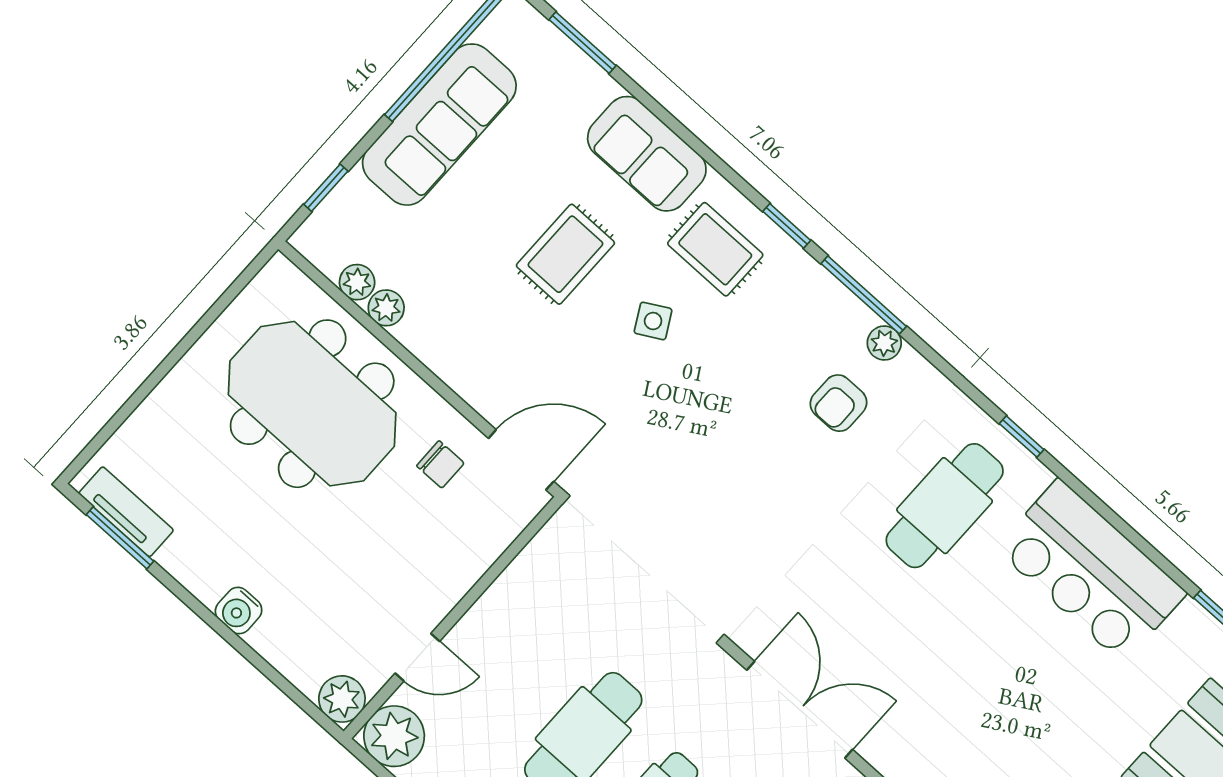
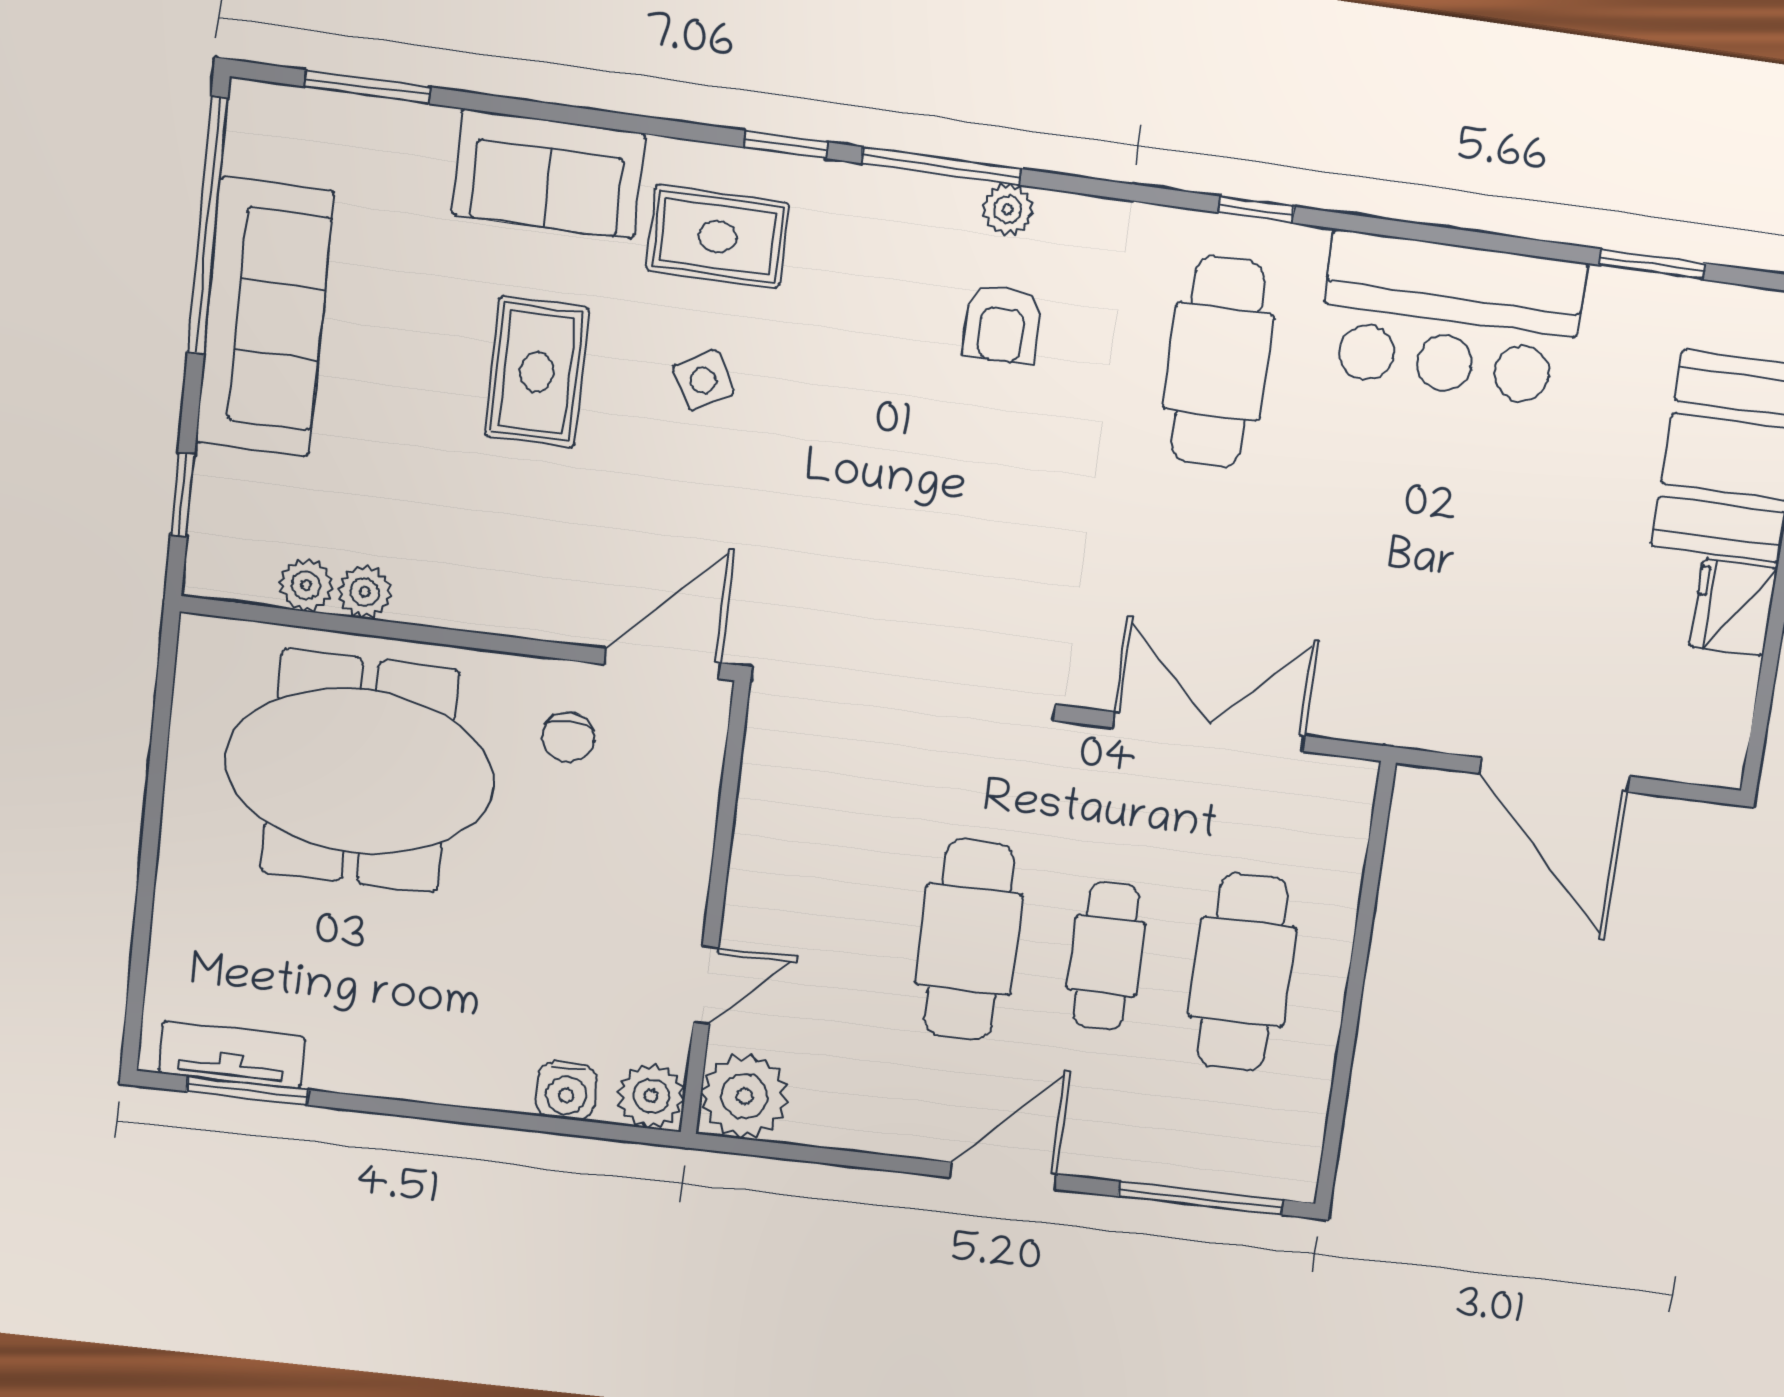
chair: (440, 464) -> (568, 737), turned 90
water cooler: (239, 611) -> (566, 1091), moved

